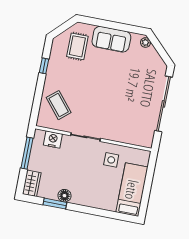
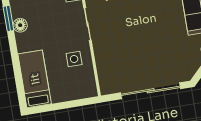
bed: (132, 190) -> (35, 79), moved, turned -90

